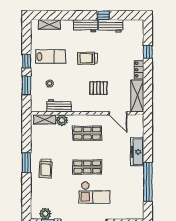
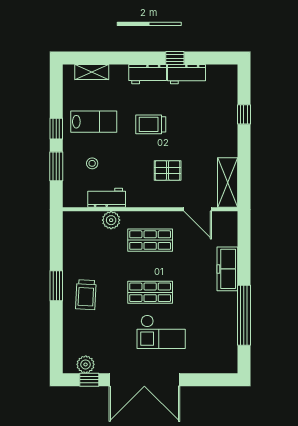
locker: (139, 70) -> (230, 142), removed
shelving: (44, 119) -> (84, 219), removed

